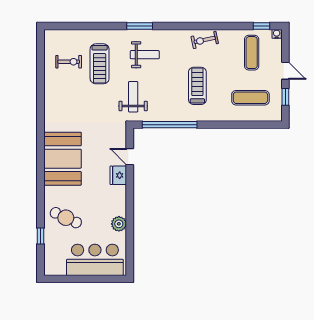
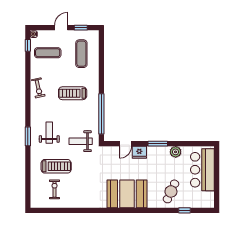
window: (130, 200) -> (158, 144), added

